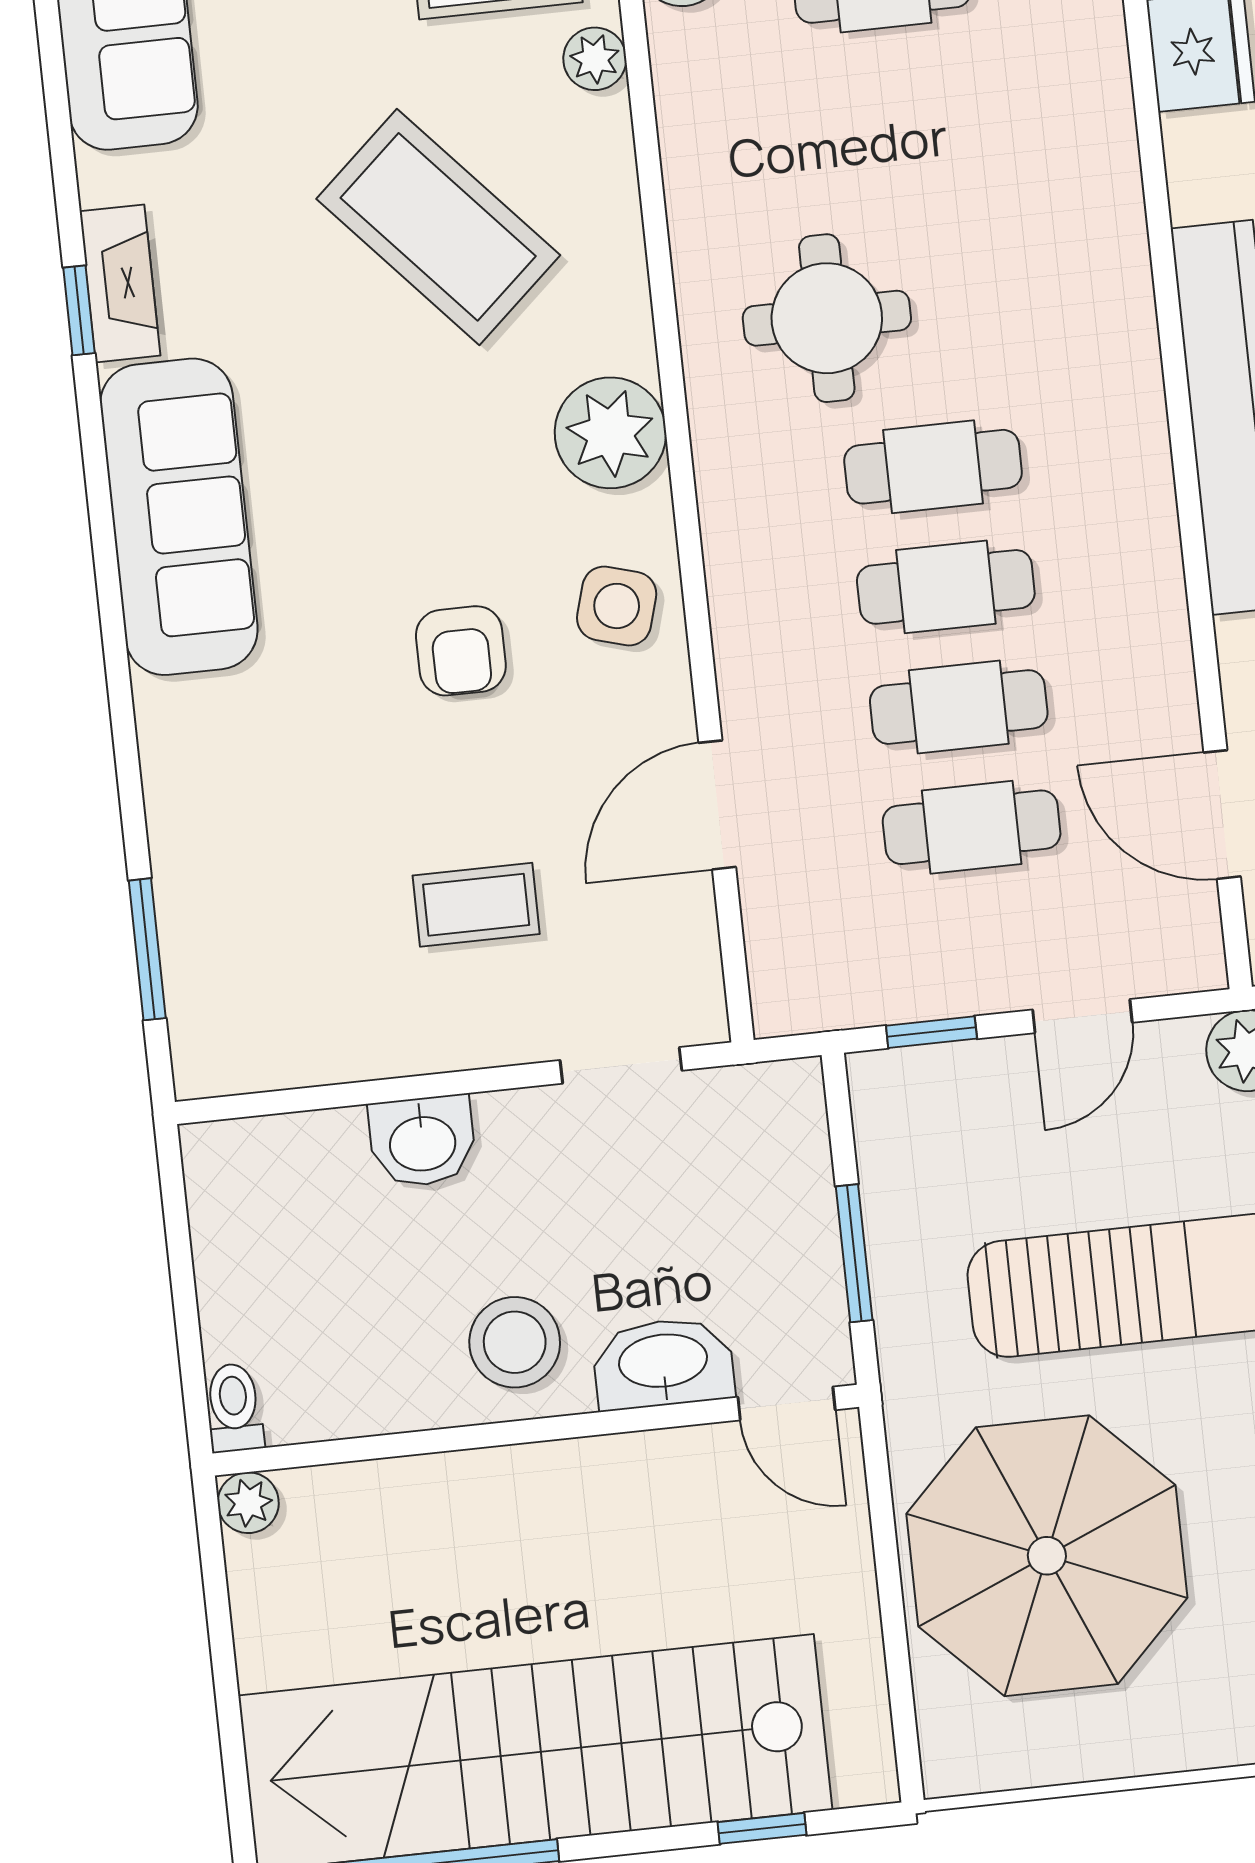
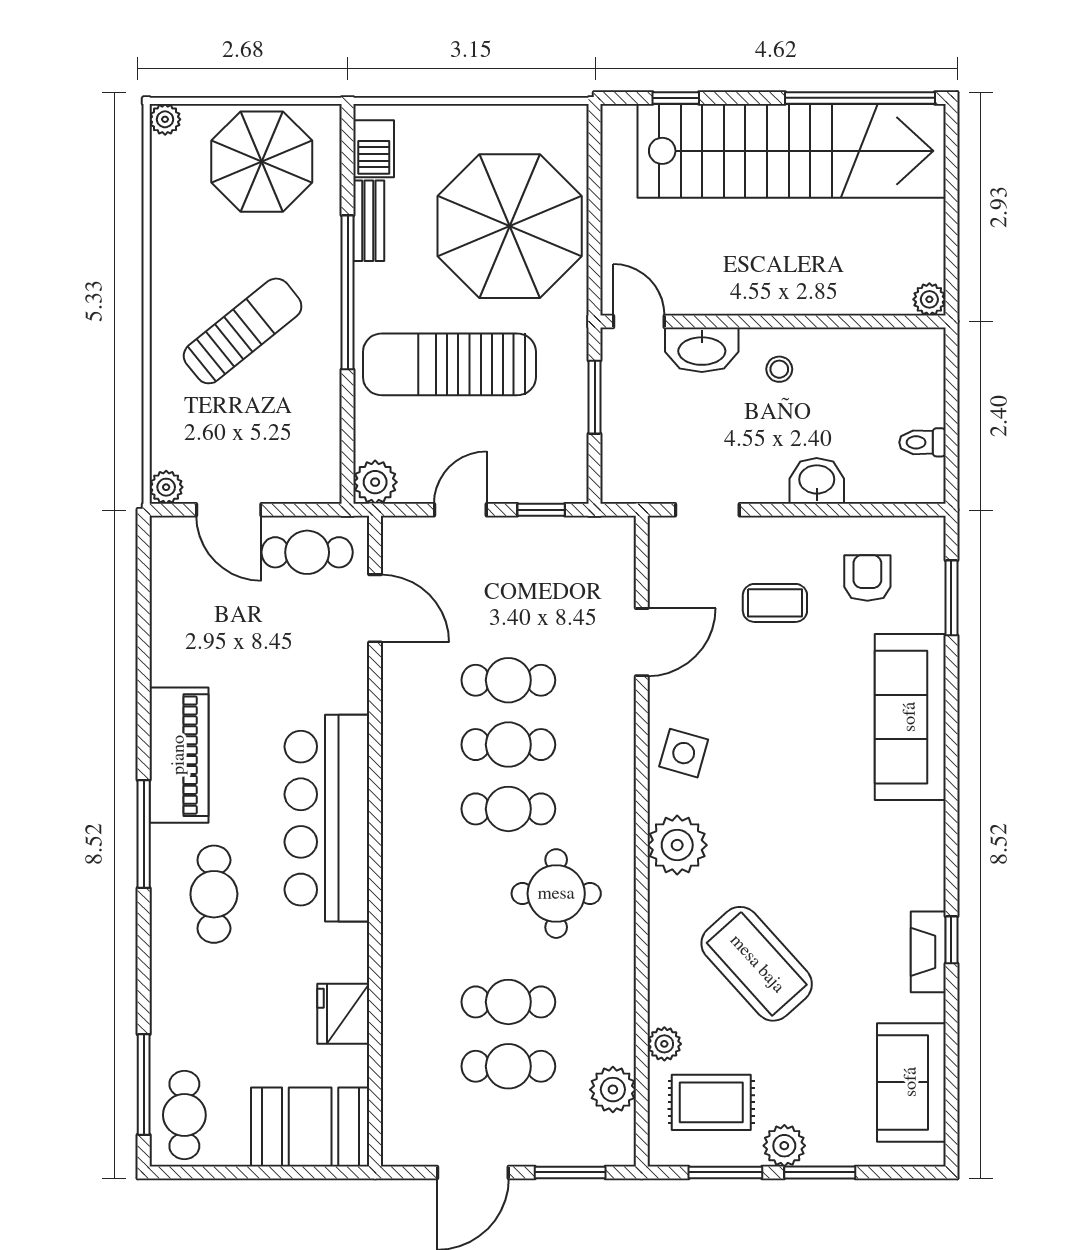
sofa: (179, 517) -> (910, 717), moved
armchair: (461, 651) -> (867, 578), moved
cafe table: (972, 827) -> (508, 1002), moved
stool: (515, 1342) -> (779, 369), width x0.53, depth x0.53
toilet: (234, 1408) -> (923, 442), moved, turned 90

